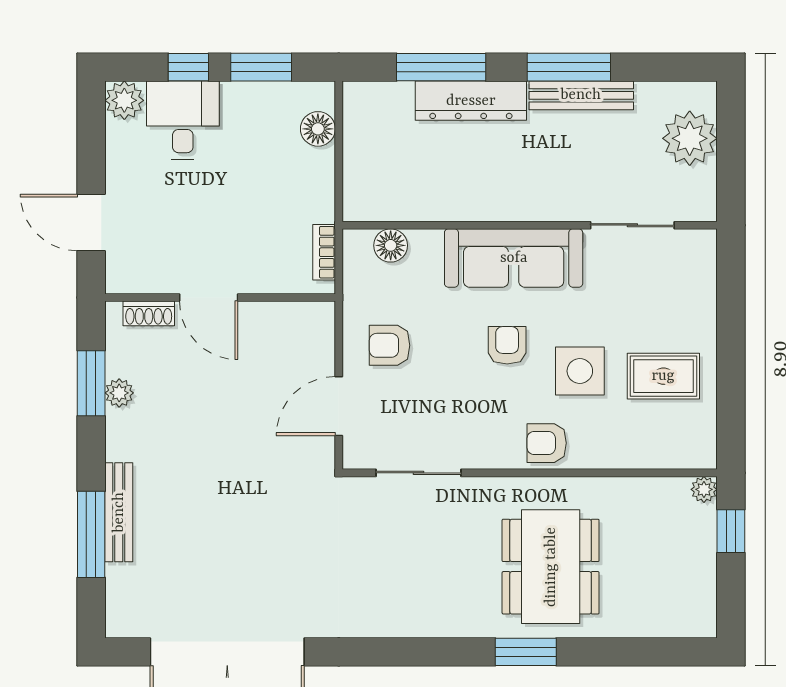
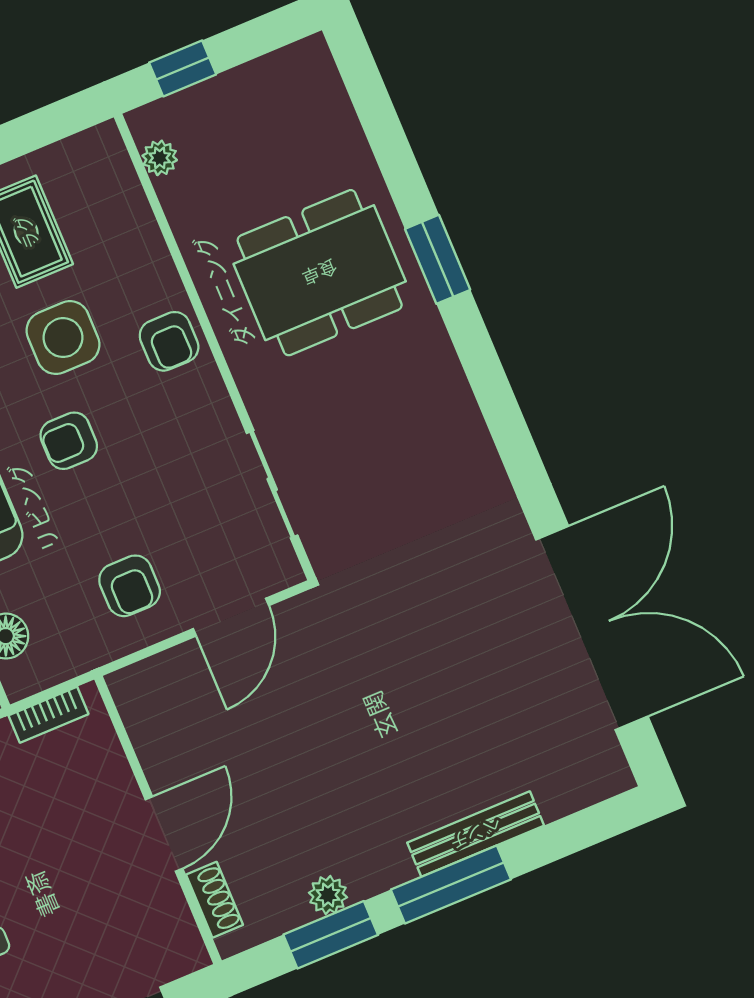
door: (339, 406) -> (231, 617), hinge flipped
plant: (704, 489) -> (160, 158), moved
window: (91, 534) -> (451, 885), moved

